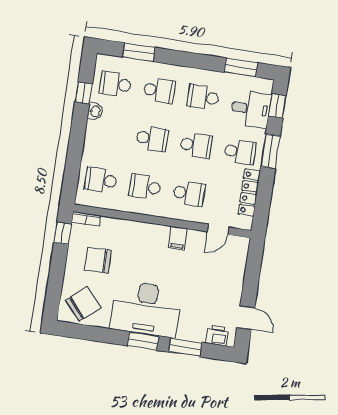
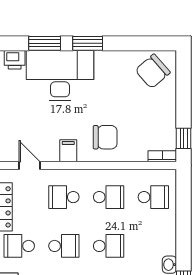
school desk: (152, 139) -> (109, 246), turned 180
school desk: (196, 145) -> (64, 246), turned 180
door: (218, 229) -> (30, 165), hinge flipped
chair: (98, 260) -> (105, 137), moved
desk: (146, 309) -> (60, 76), moved

